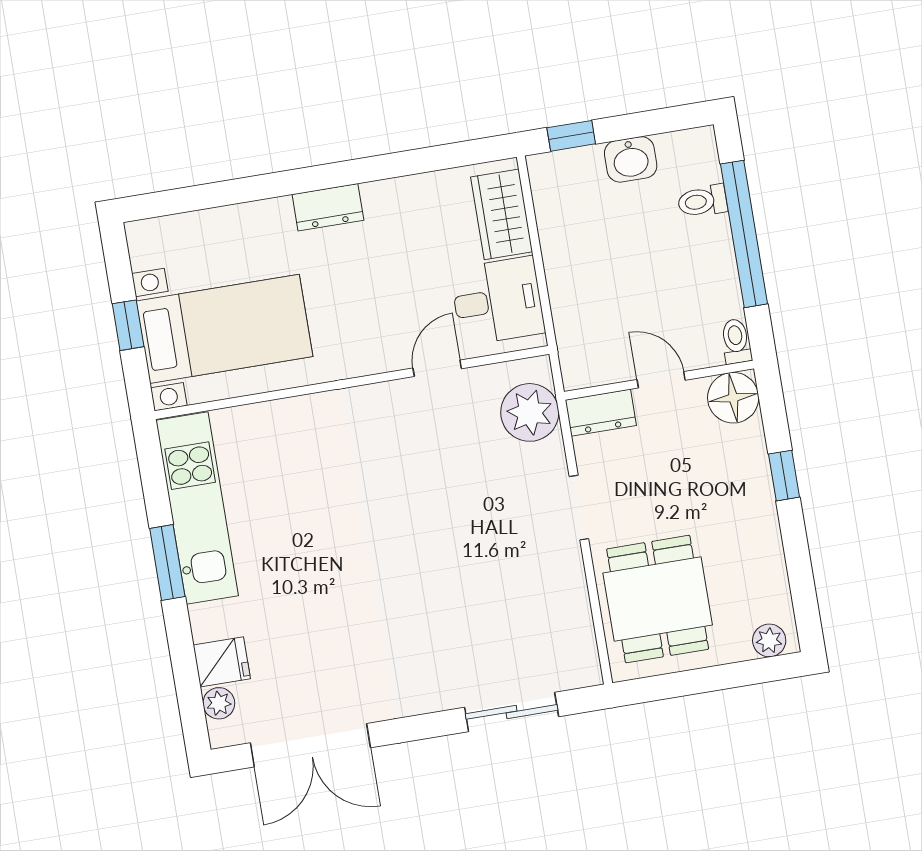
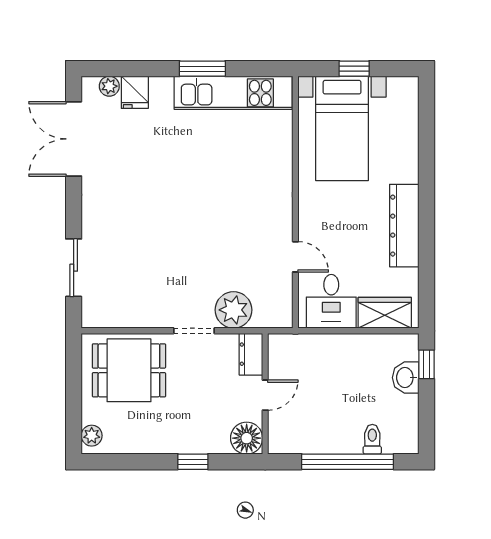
washbasin: (631, 159) -> (406, 378), moved
dresser: (328, 207) -> (404, 226), width x1.96, depth x1.24
toilet: (736, 341) -> (282, 446), removed
plant: (530, 412) -> (234, 310), moved

